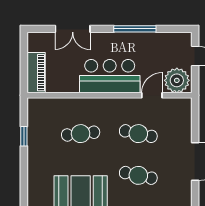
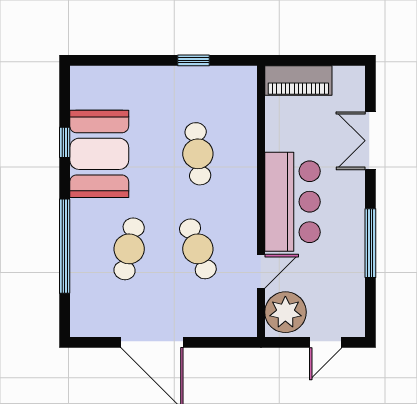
door: (152, 95) -> (261, 271), hinge flipped
cafe table: (138, 134) -> (198, 249), turned -33

